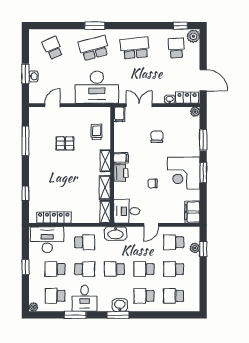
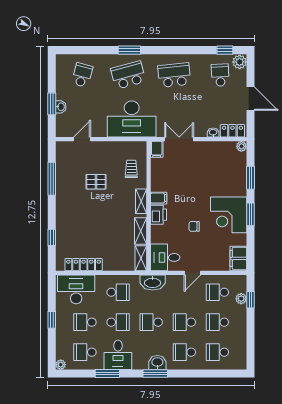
school desk: (53, 48) -> (82, 75), turned 39
door: (203, 80) -> (251, 99), moved
chair: (157, 137) -> (199, 174), removed

